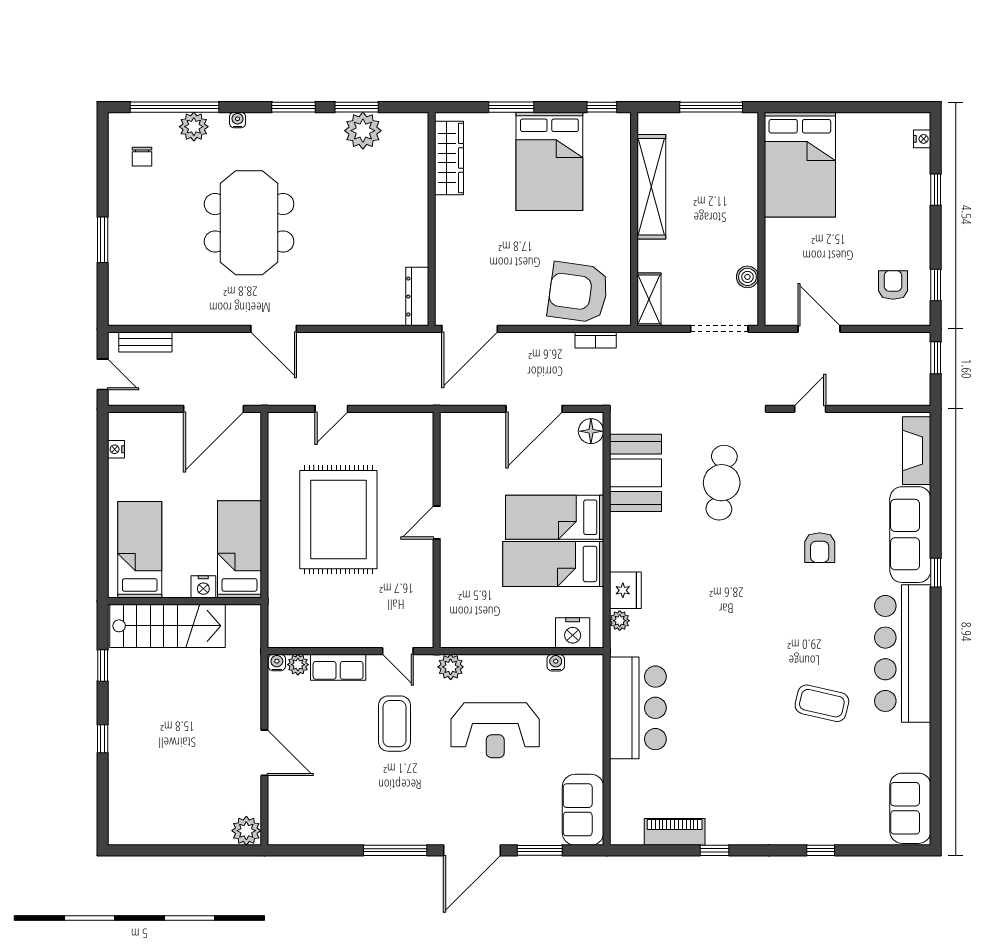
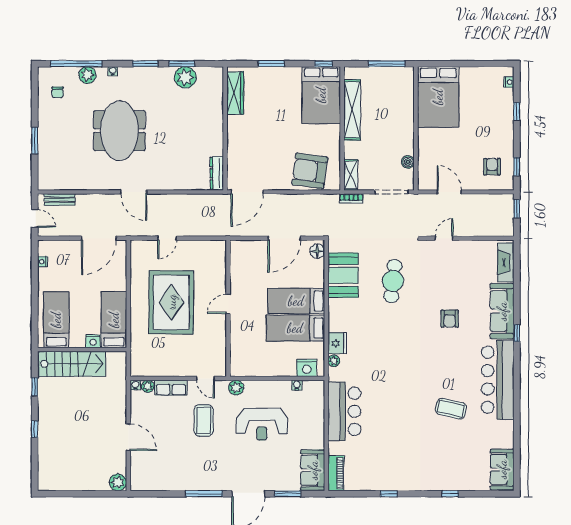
bed: (549, 161) -> (321, 95), moved
bookcase: (596, 340) -> (351, 198), moved
piano: (675, 832) -> (336, 473), moved, turned 90

